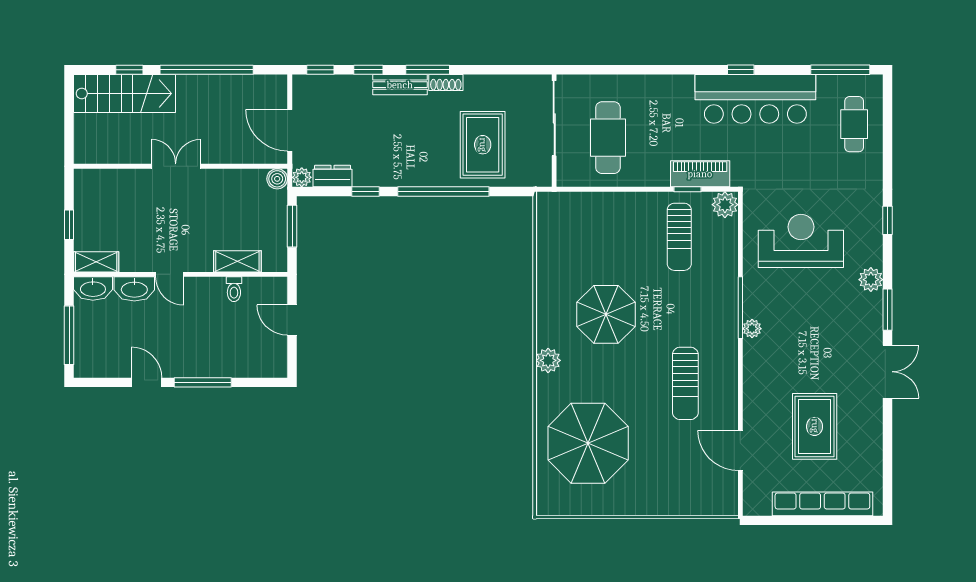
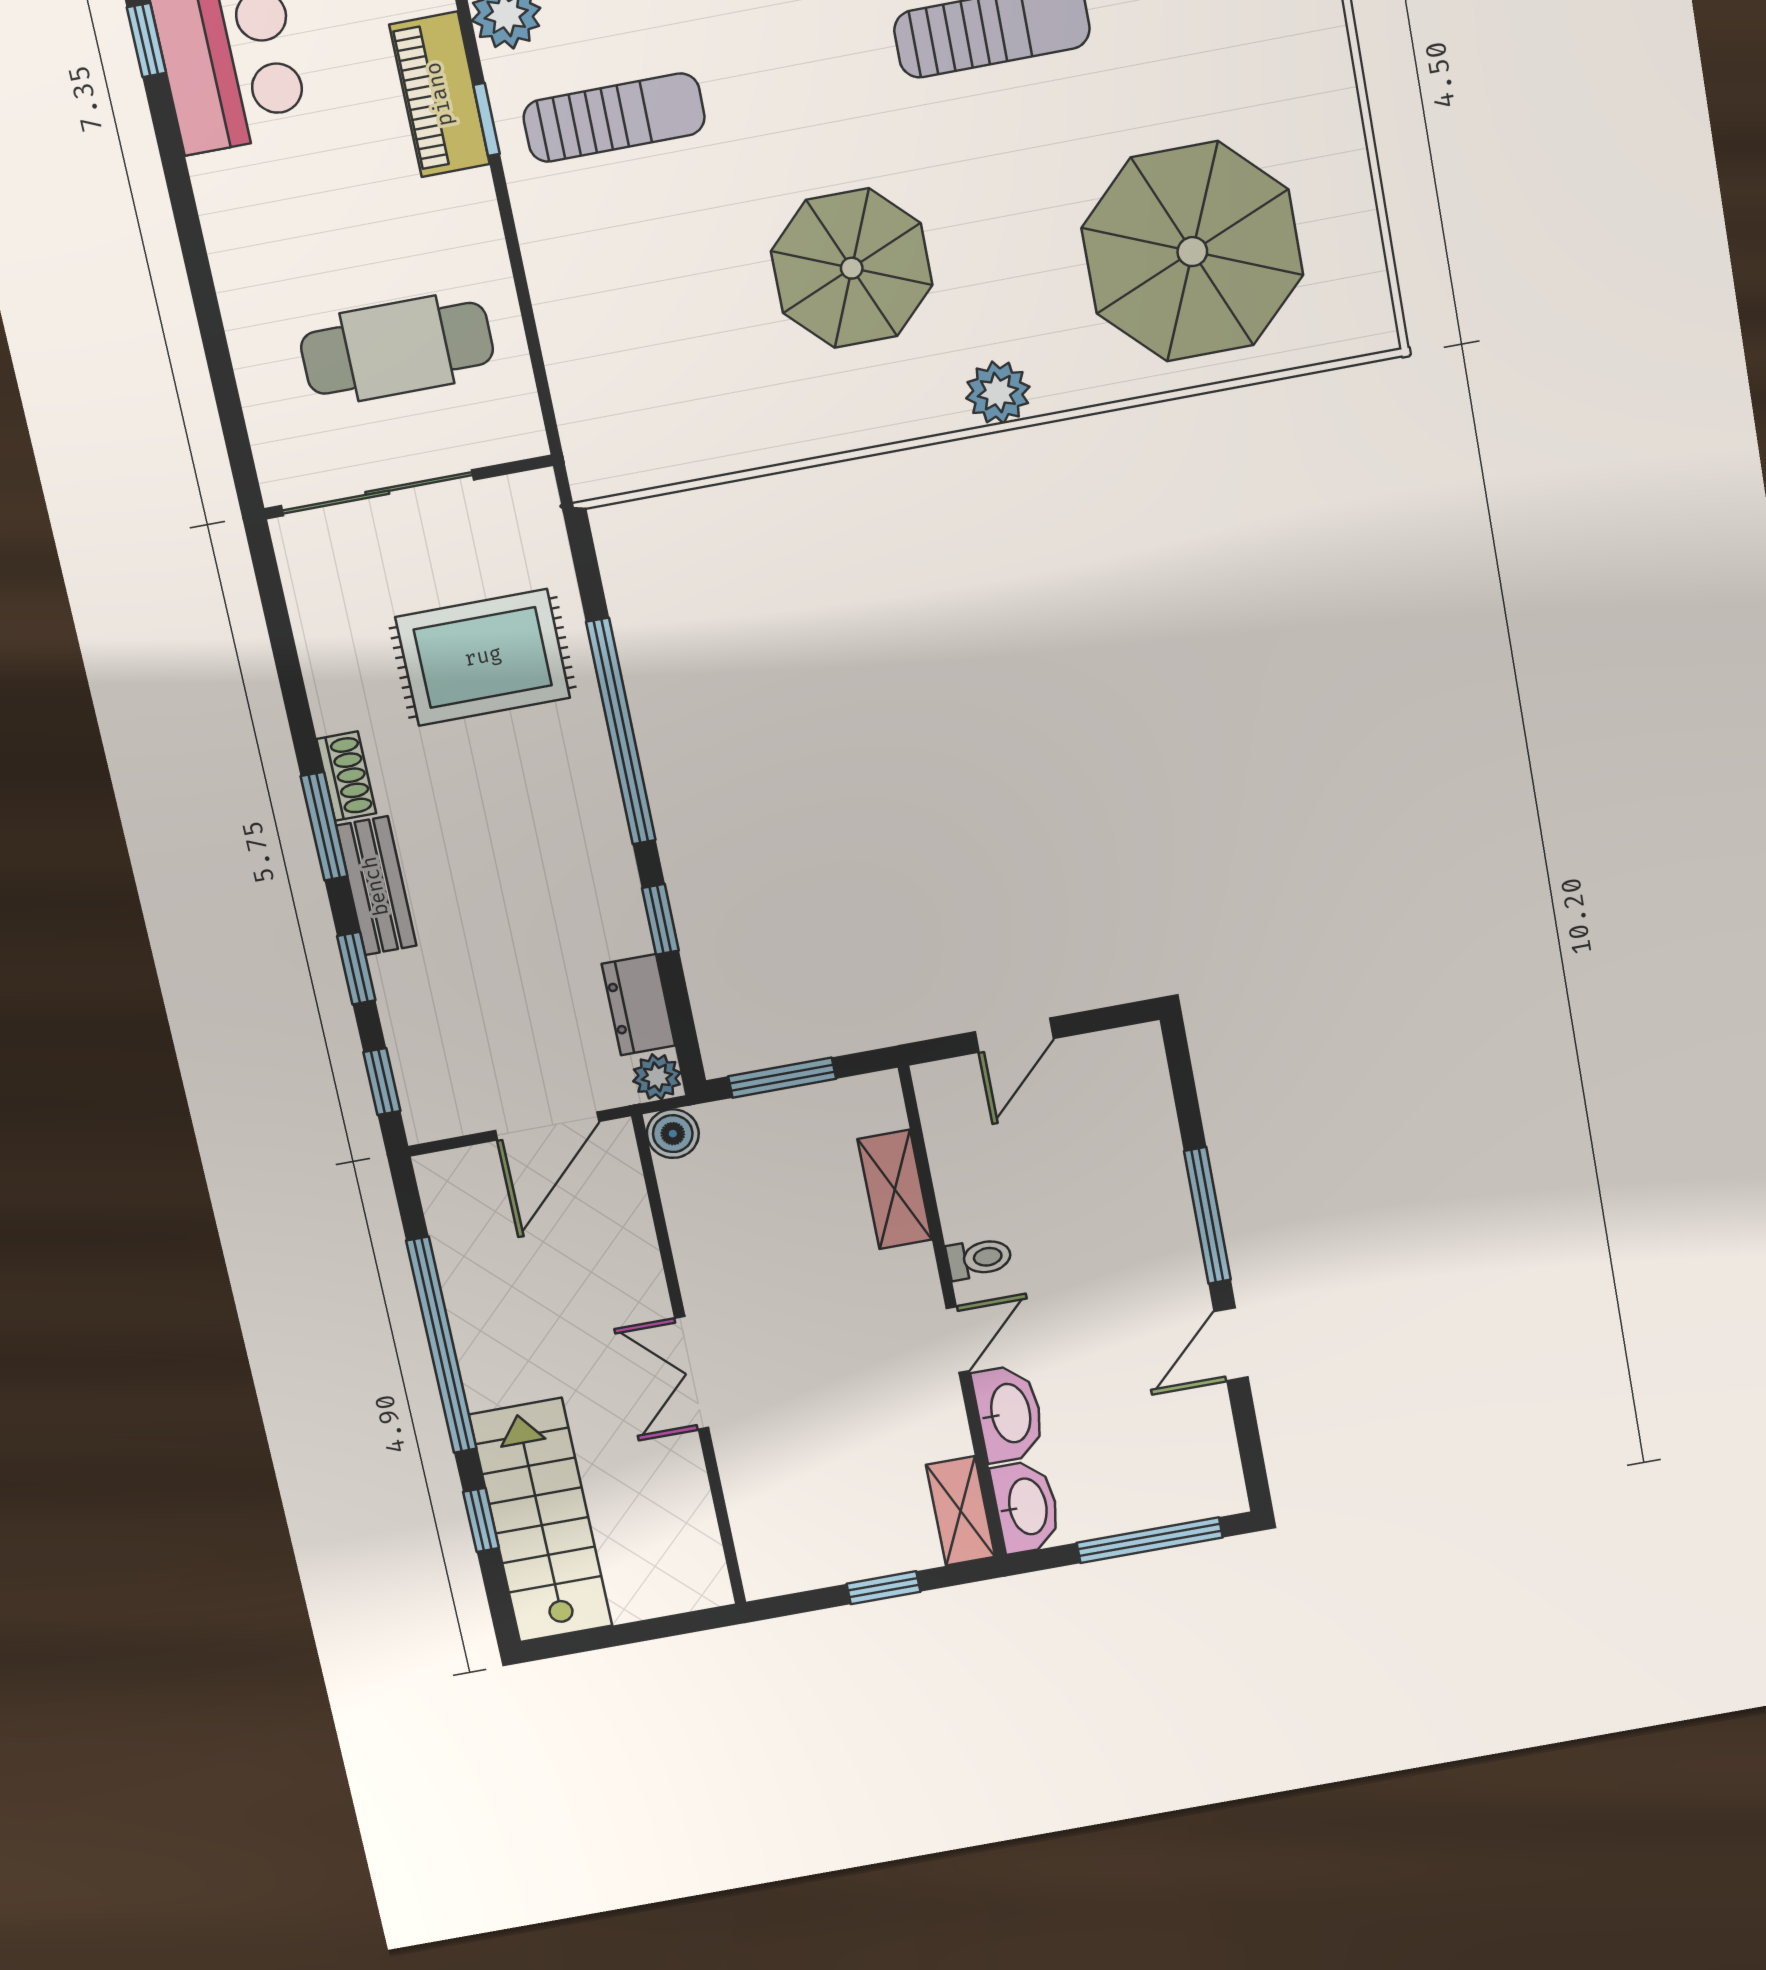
toilet: (234, 289) -> (979, 1258), moved

